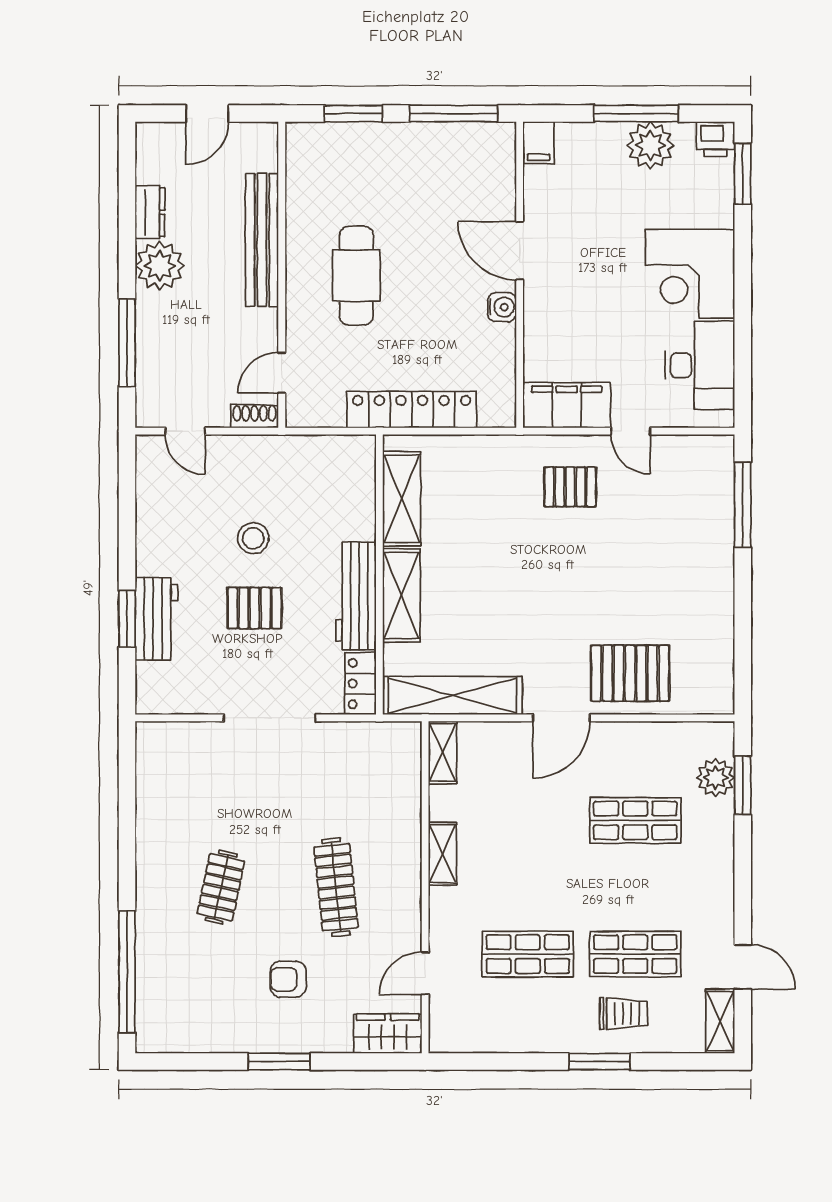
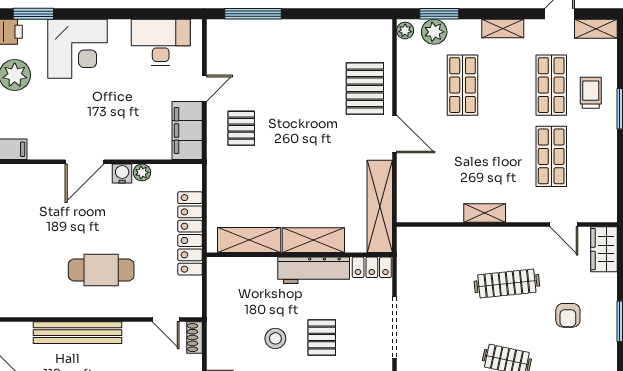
corner desk: (690, 274) -> (78, 49), moved
plant: (503, 337) -> (142, 172), added
plant: (718, 734) -> (405, 30), added
shelving: (442, 753) -> (503, 29), moved

